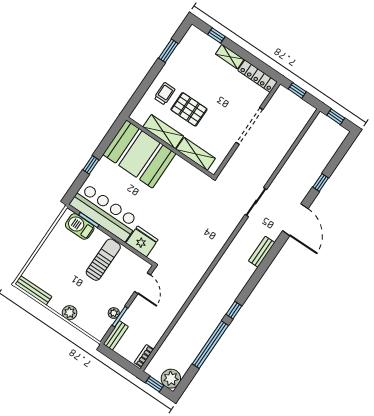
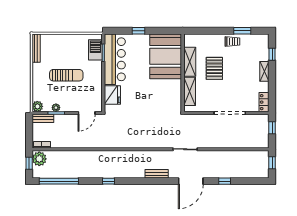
locker: (258, 76) -> (264, 102), width x0.66
trolley: (165, 94) -> (232, 42), moved
sun lounger: (103, 260) -> (66, 75), moved
plant: (70, 313) -> (37, 106), moved
window: (210, 345) -> (59, 181), moved
plant: (171, 379) -> (39, 159), moved

